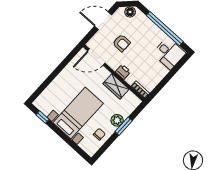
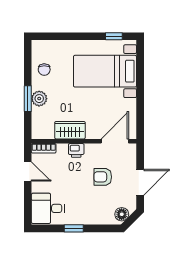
window: (165, 29) -> (74, 228), width x0.32
door: (161, 85) -> (28, 171), added
bed with nightstands: (78, 113) -> (105, 71), moved, turned 90

